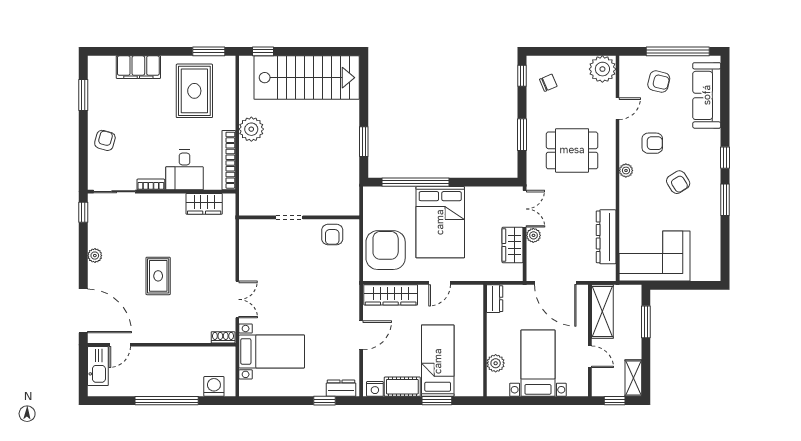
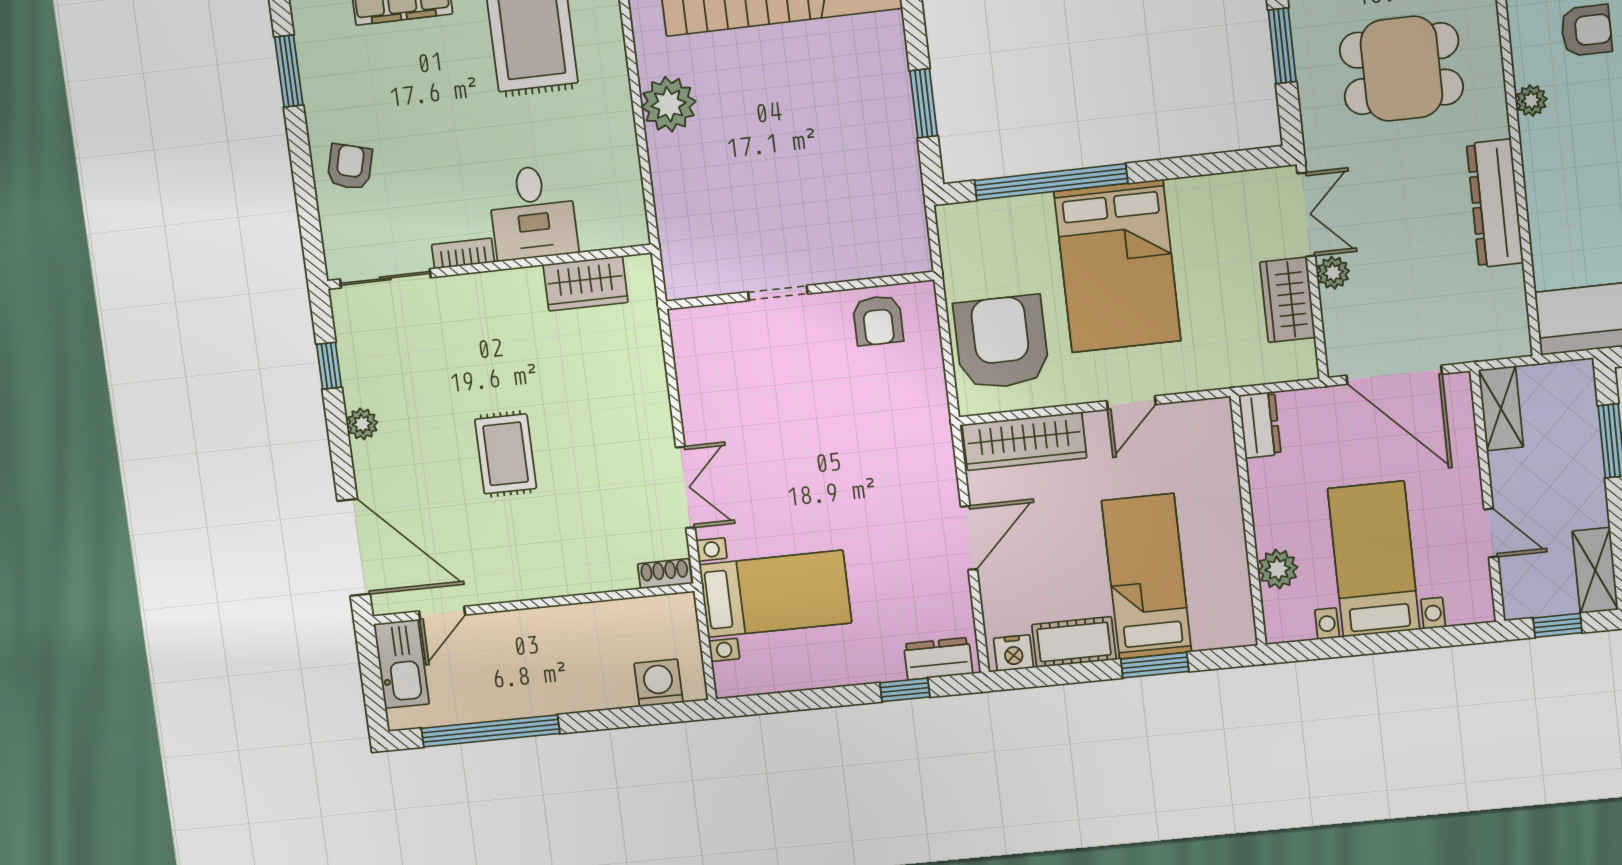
bookcase: (229, 160) -> (628, 180), removed
window: (83, 212) -> (329, 366), moved
dresser: (606, 237) -> (1495, 203), moved
shelving: (602, 311) -> (1501, 408), width x0.67, depth x0.75
window: (167, 401) -> (491, 731), moved

